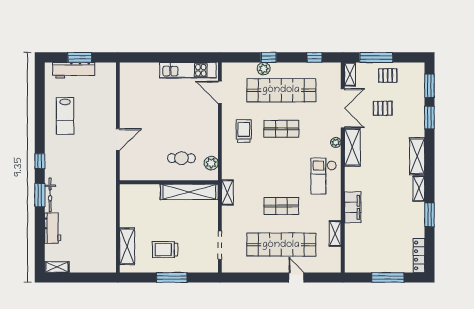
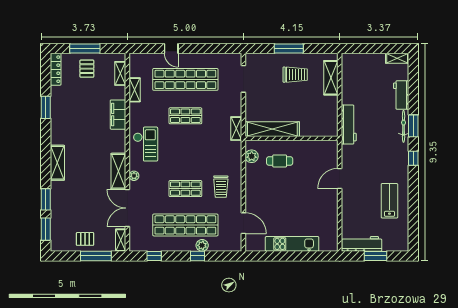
workbench: (74, 70) -> (362, 244), moved
kitchen unit: (188, 70) -> (292, 244), moved
pallet: (383, 108) -> (87, 69), moved, turned 90
shelving: (419, 189) -> (120, 73), moved
workbench: (108, 197) -> (349, 125), added

